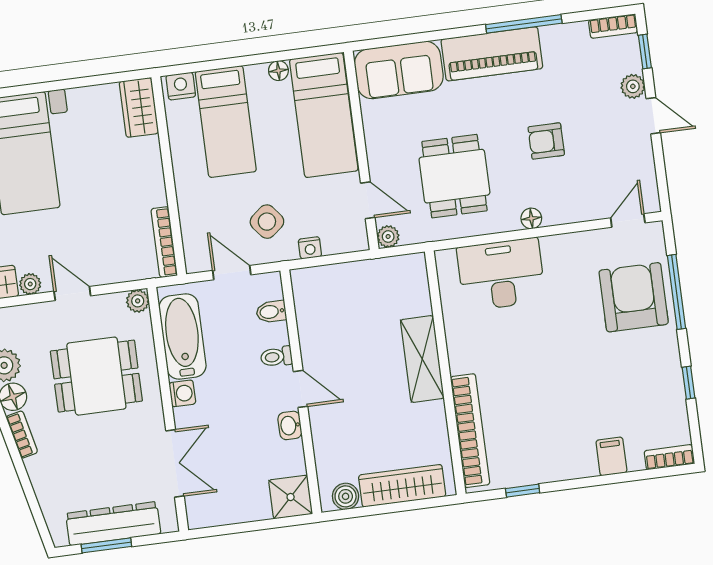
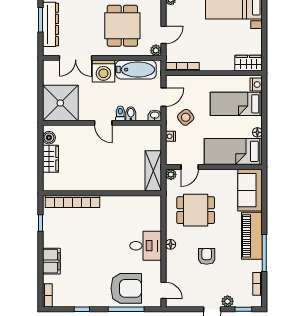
bookcase: (613, 26) -> (258, 284), moved
desk: (501, 274) -> (146, 246), moved, width x0.73
door: (72, 294) -> (163, 35), moved
bidet: (271, 312) -> (131, 114), moved
shelving: (422, 359) -> (153, 171), moved, turned 90
door: (301, 389) -> (103, 123), hinge flipped
washing machine: (182, 393) -> (103, 71), width x1.89, depth x1.89
washbasin: (290, 425) -> (155, 115), moved
filing cabinet: (611, 456) -> (51, 261), width x2.00
wardrobe: (402, 486) -> (50, 159), width x0.67
shower: (291, 497) -> (60, 103), width x1.86, depth x1.86

